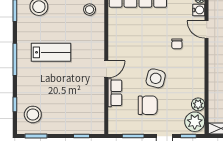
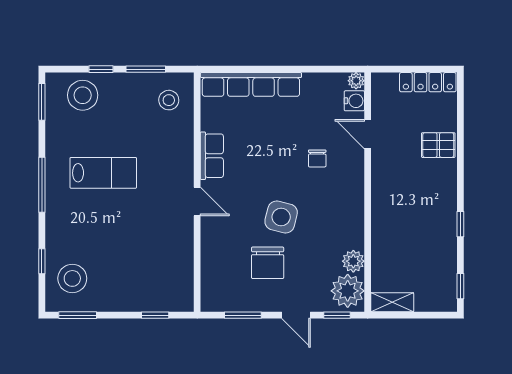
door: (106, 69) -> (197, 201), hinge flipped
row of seats: (115, 93) -> (212, 156), moved
chair: (148, 105) -> (268, 263), turned 90

